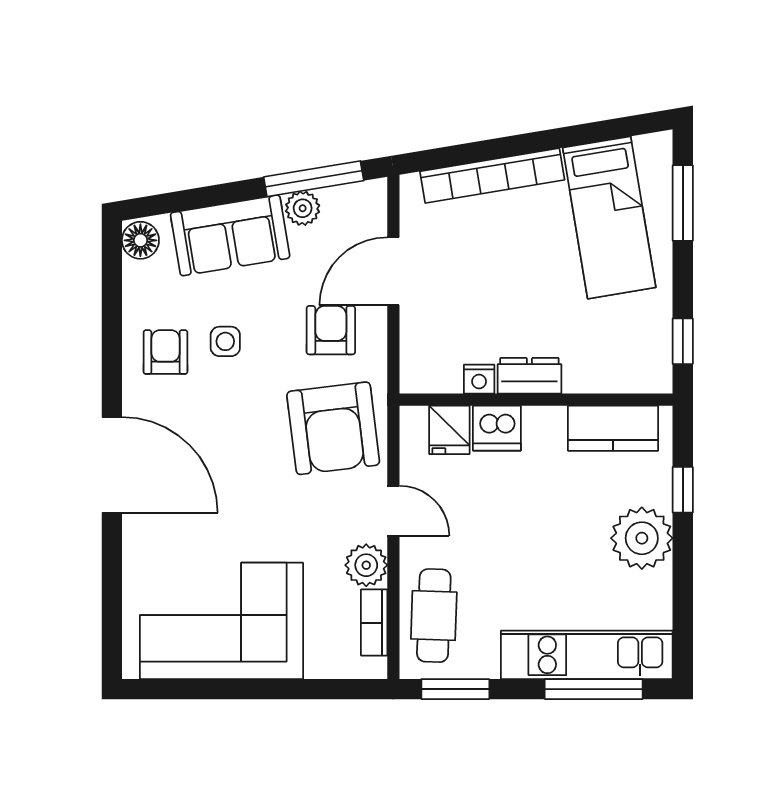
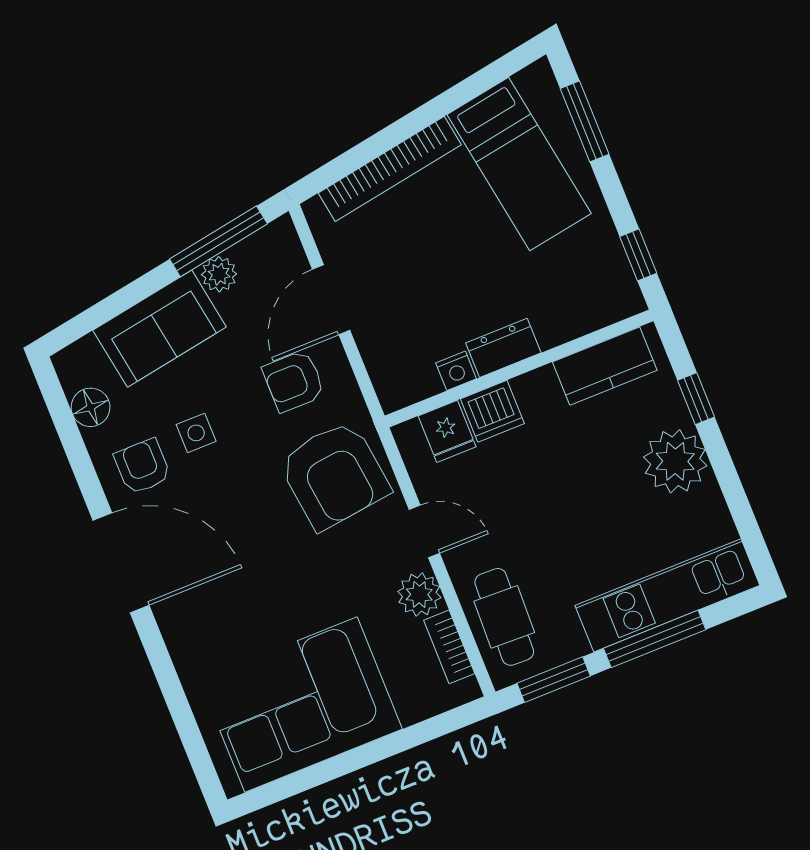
floor lamp: (140, 240) -> (91, 407), moved
armchair: (331, 330) -> (294, 381), turned -90
door: (112, 465) -> (121, 563), moved
window: (594, 689) -> (655, 639), moved

